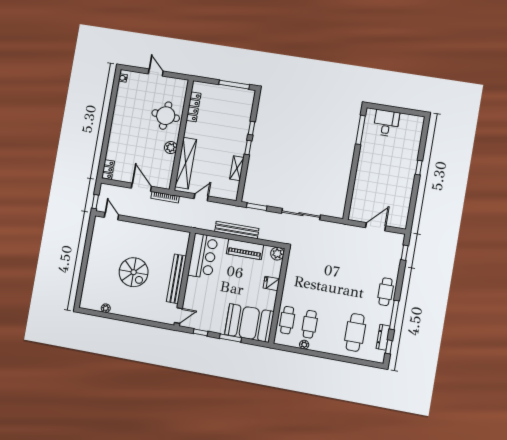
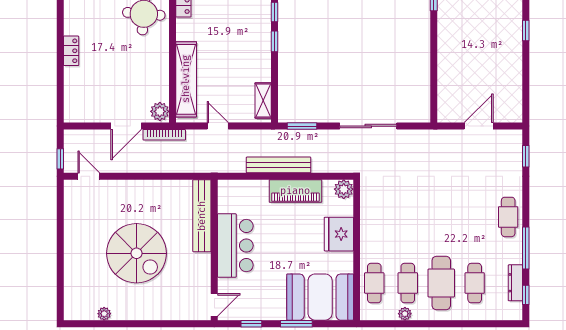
plant: (171, 148) -> (160, 111), moved
shelving: (237, 168) -> (263, 100), moved
locker: (108, 169) -> (71, 51), moved
door: (141, 187) -> (126, 126), swing flipped
door: (201, 197) -> (218, 126), hinge flipped
bar counter: (203, 256) -> (235, 246), moved
spiral stairs: (134, 272) -> (136, 253), width x1.37, depth x1.37
bench: (176, 279) -> (202, 216), moved
fridge: (271, 283) -> (339, 234), width x1.88, depth x1.34
cafe table: (332, 328) -> (441, 283), added
cafe table: (355, 332) -> (475, 283), width x0.73, depth x0.74

